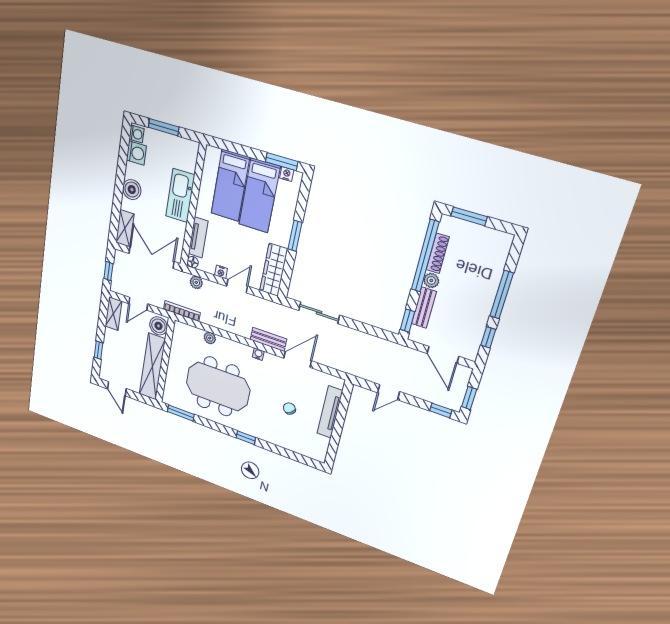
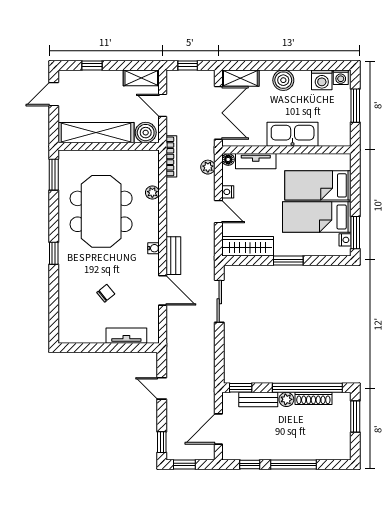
tv unit: (330, 412) -> (126, 336), width x0.71

